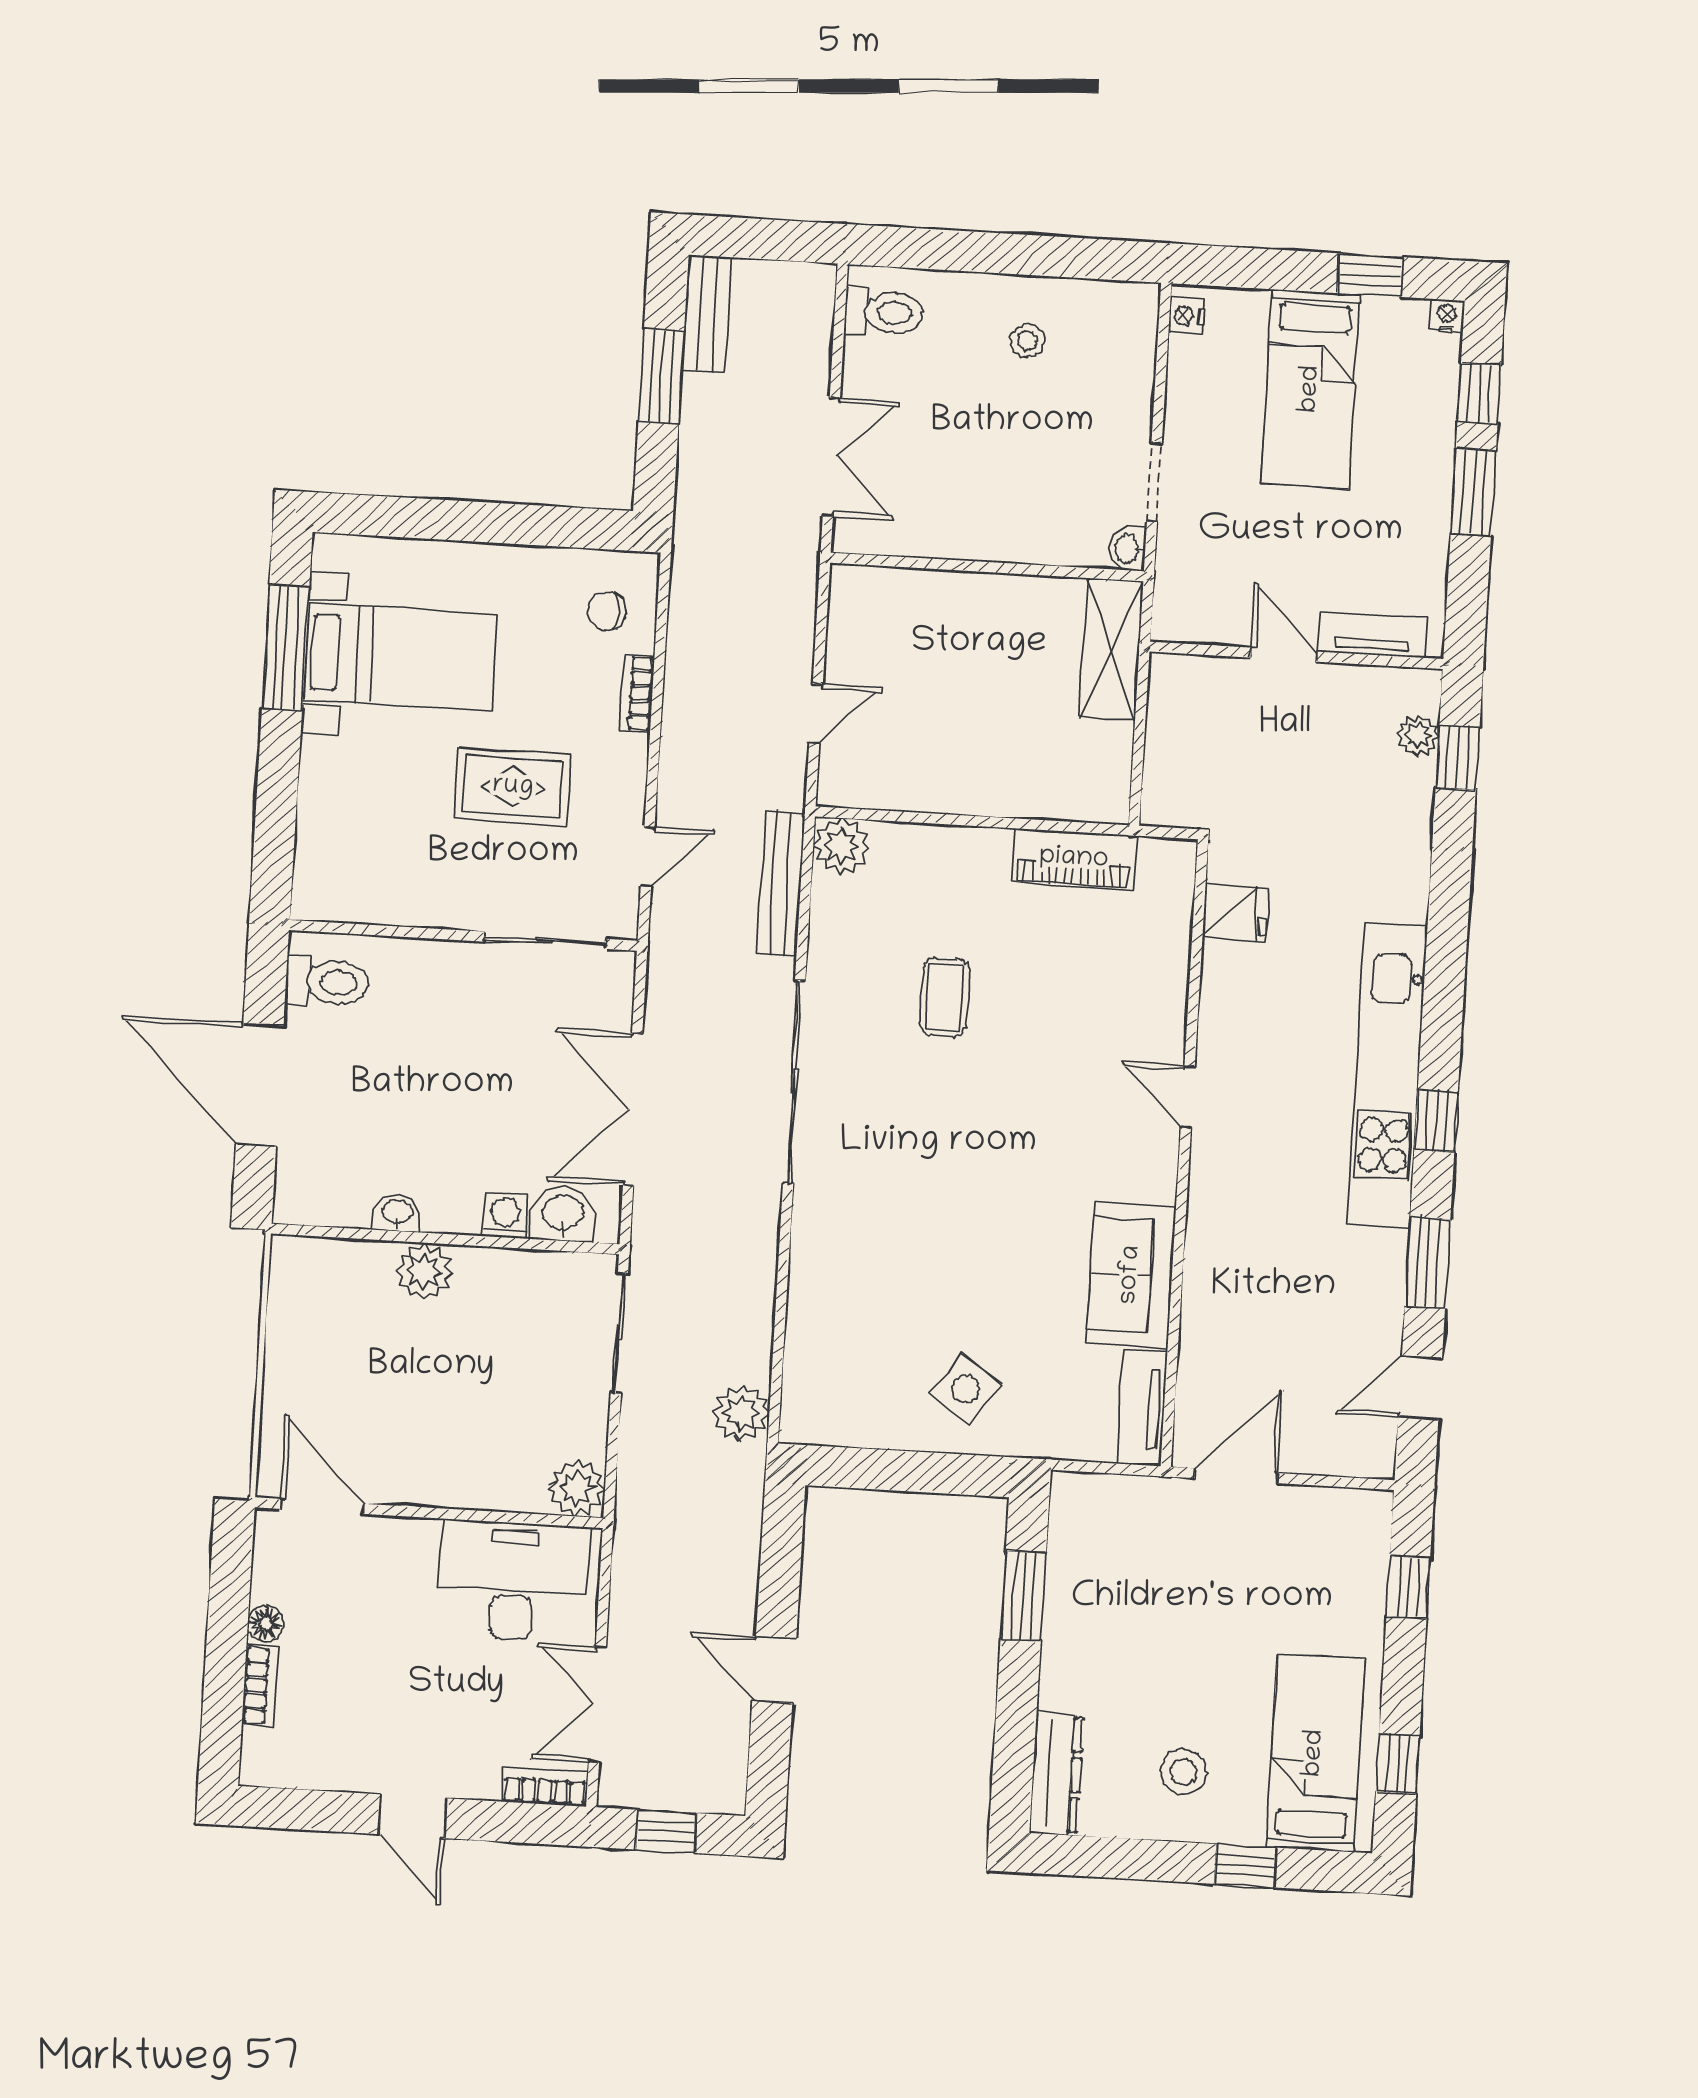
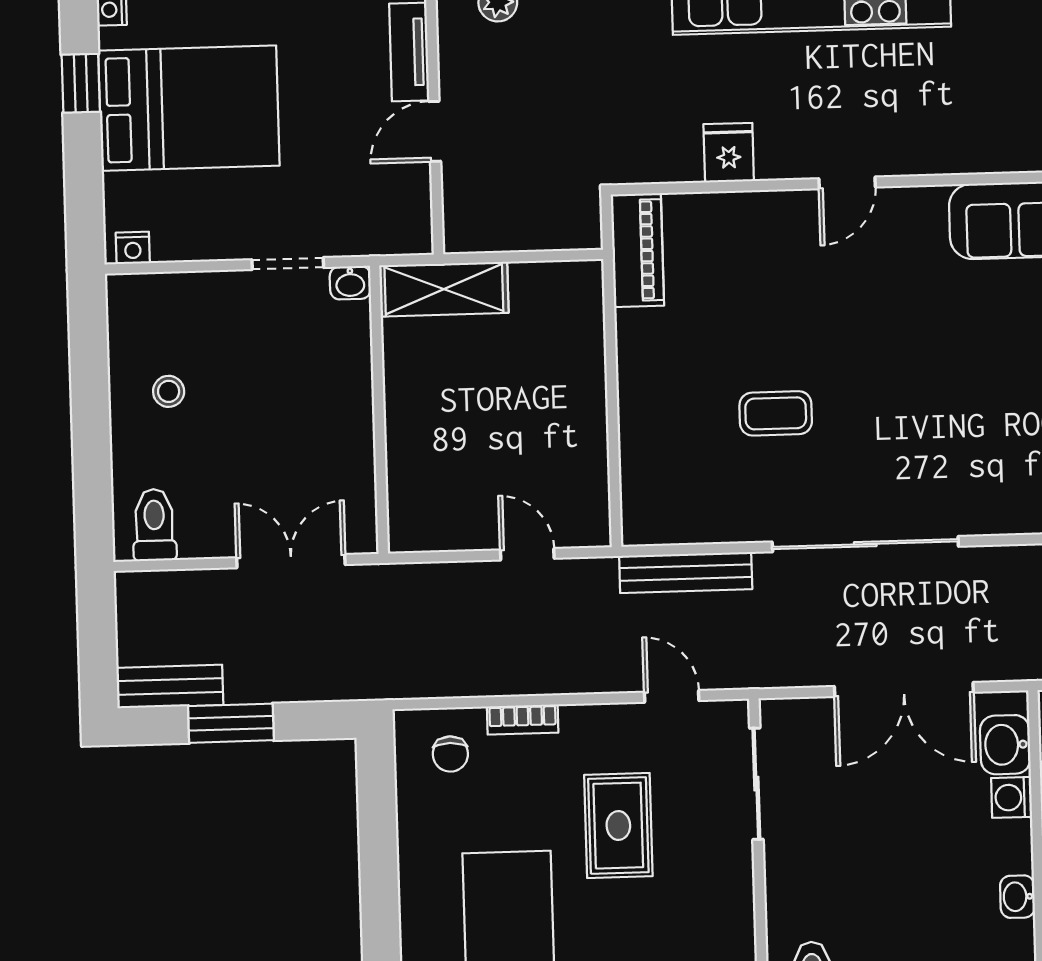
bed: (1311, 389) -> (189, 108), width x1.50
plant: (841, 846) -> (646, 520), removed
piano: (1074, 859) -> (637, 250), moved
fridge: (1236, 912) -> (729, 153), moved

